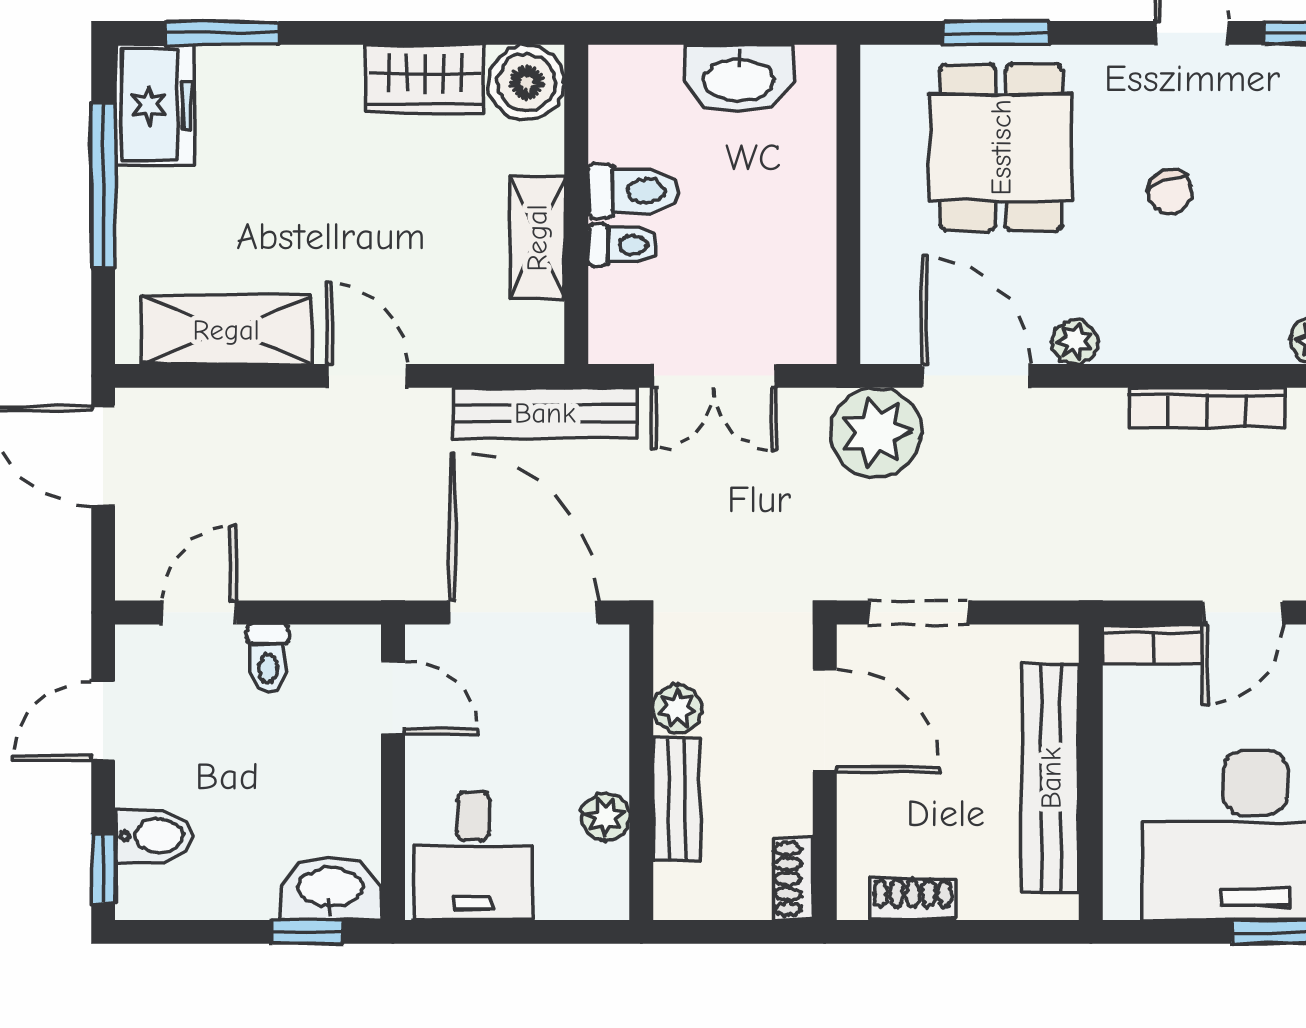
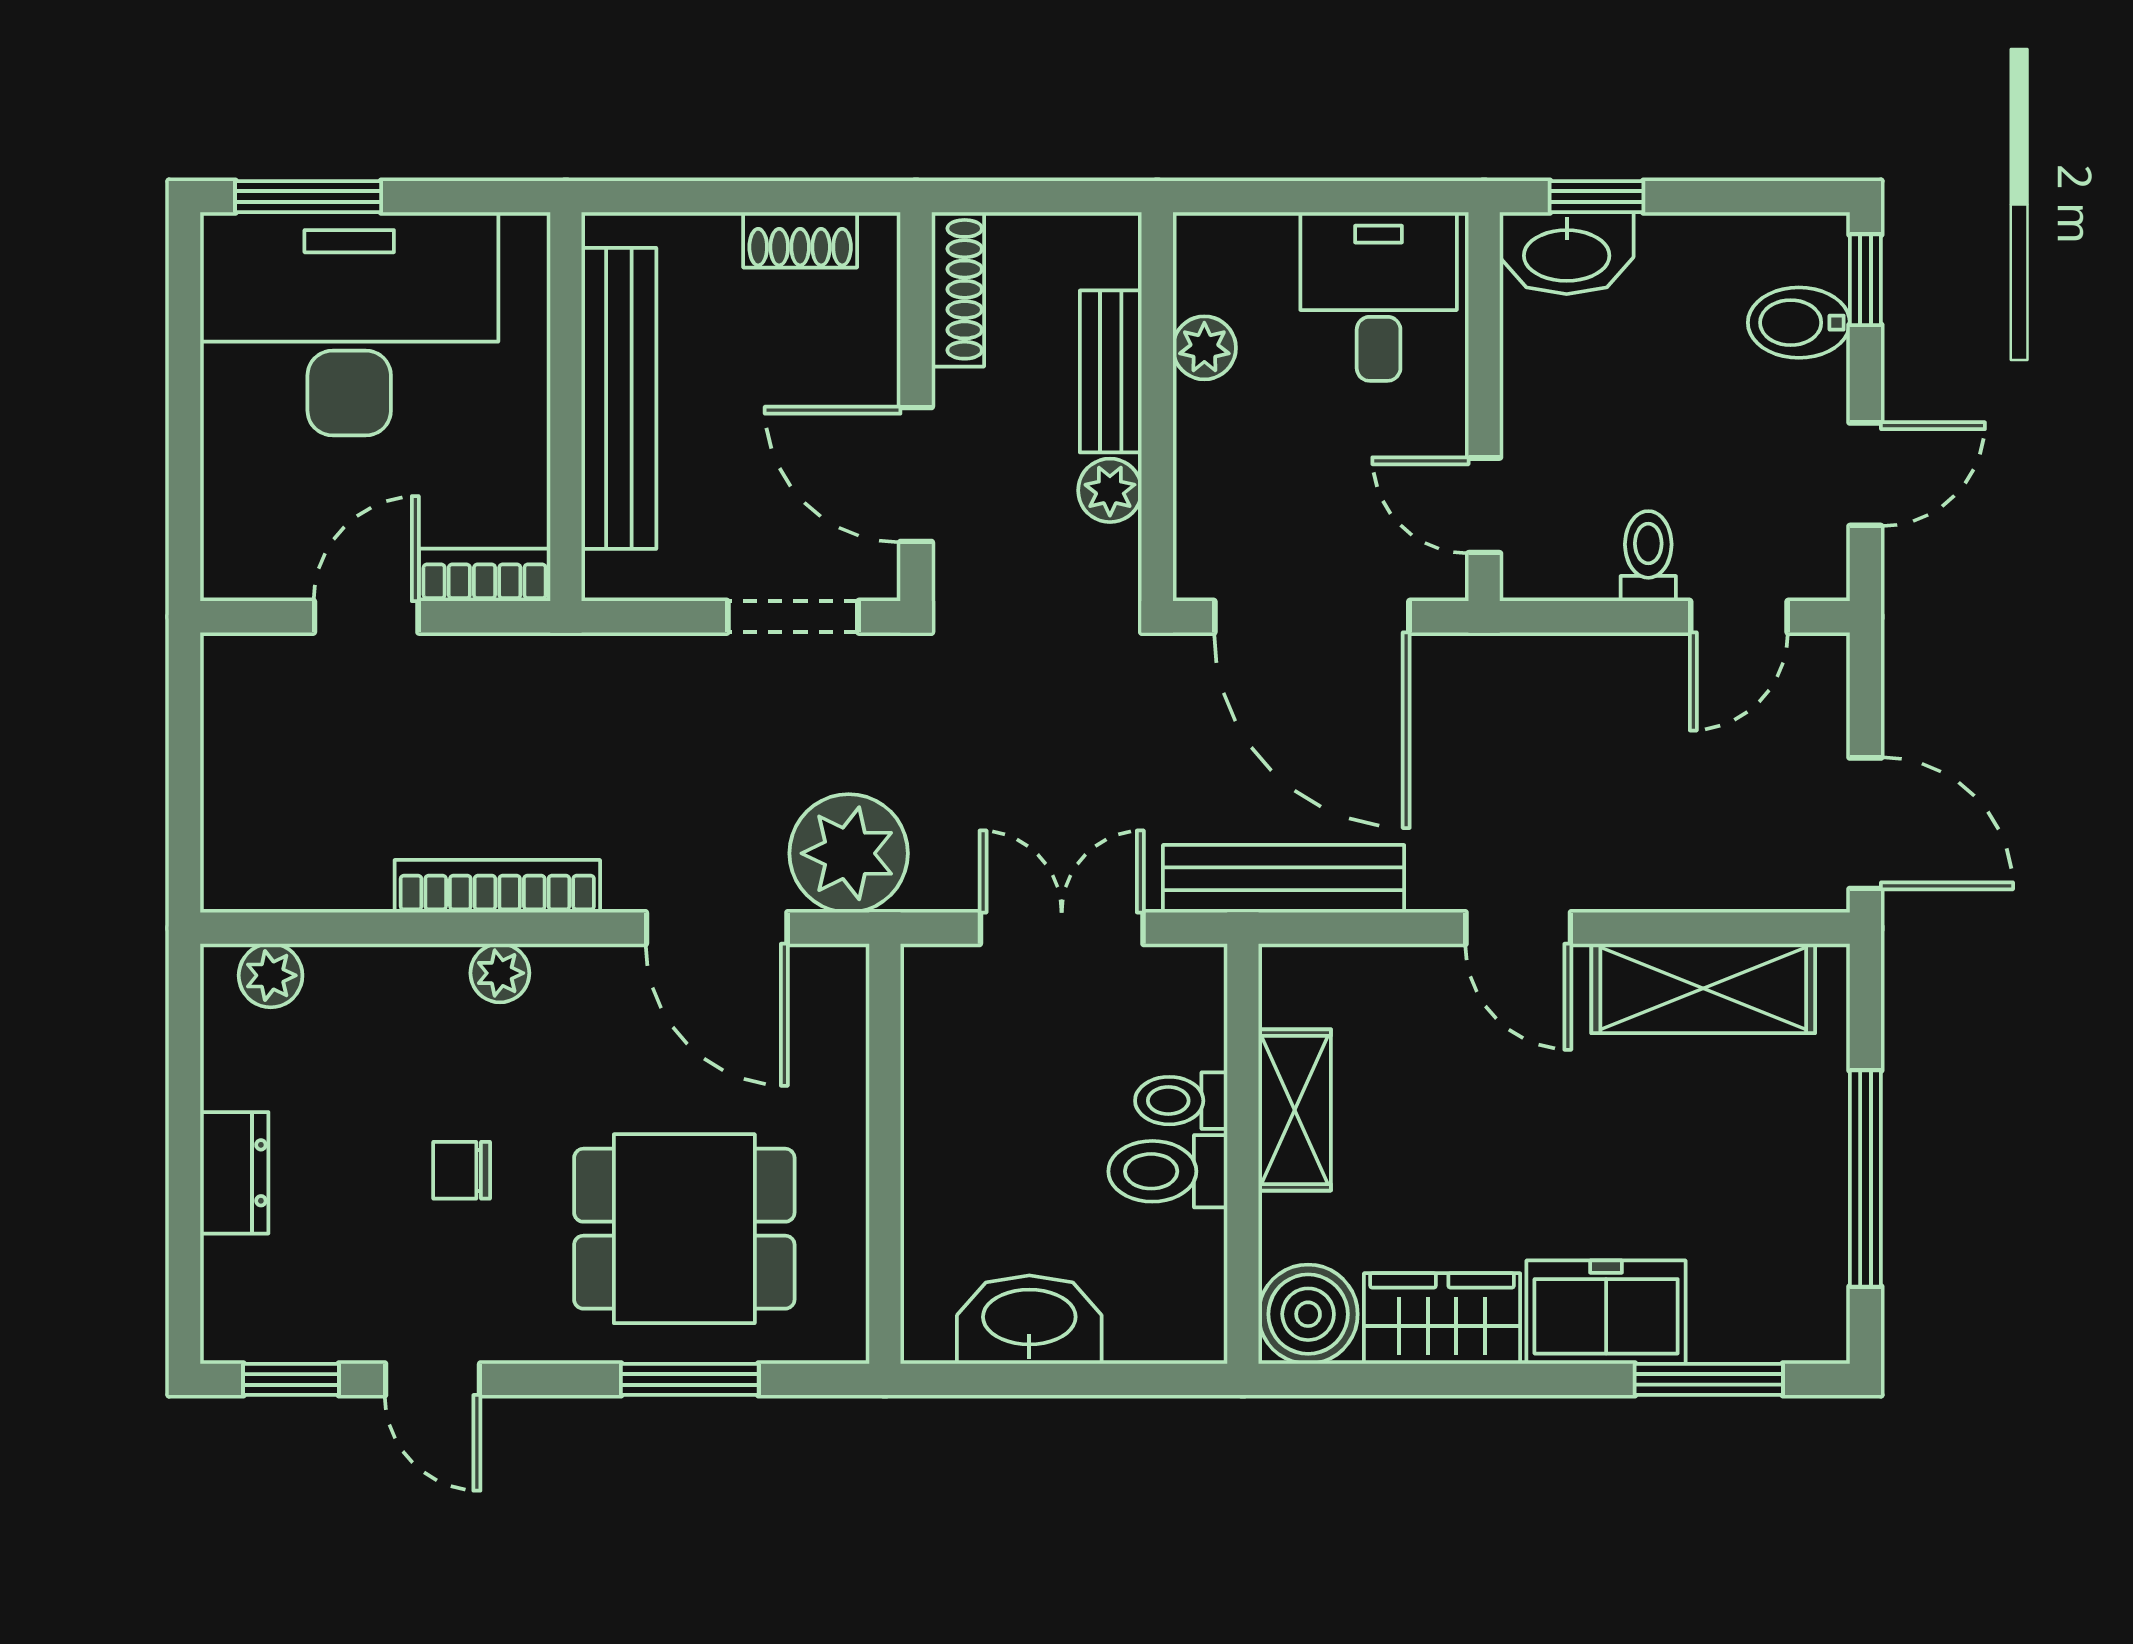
freezer: (154, 105) -> (1606, 1312), moved, turned 90
dining table: (1001, 147) -> (684, 1229), turned 90
chair: (1170, 192) -> (462, 1170), turned -69
plant: (1075, 342) -> (500, 973), moved
bookcase: (1207, 408) -> (497, 886), moved
shoe rack: (793, 879) -> (958, 289), width x1.43

